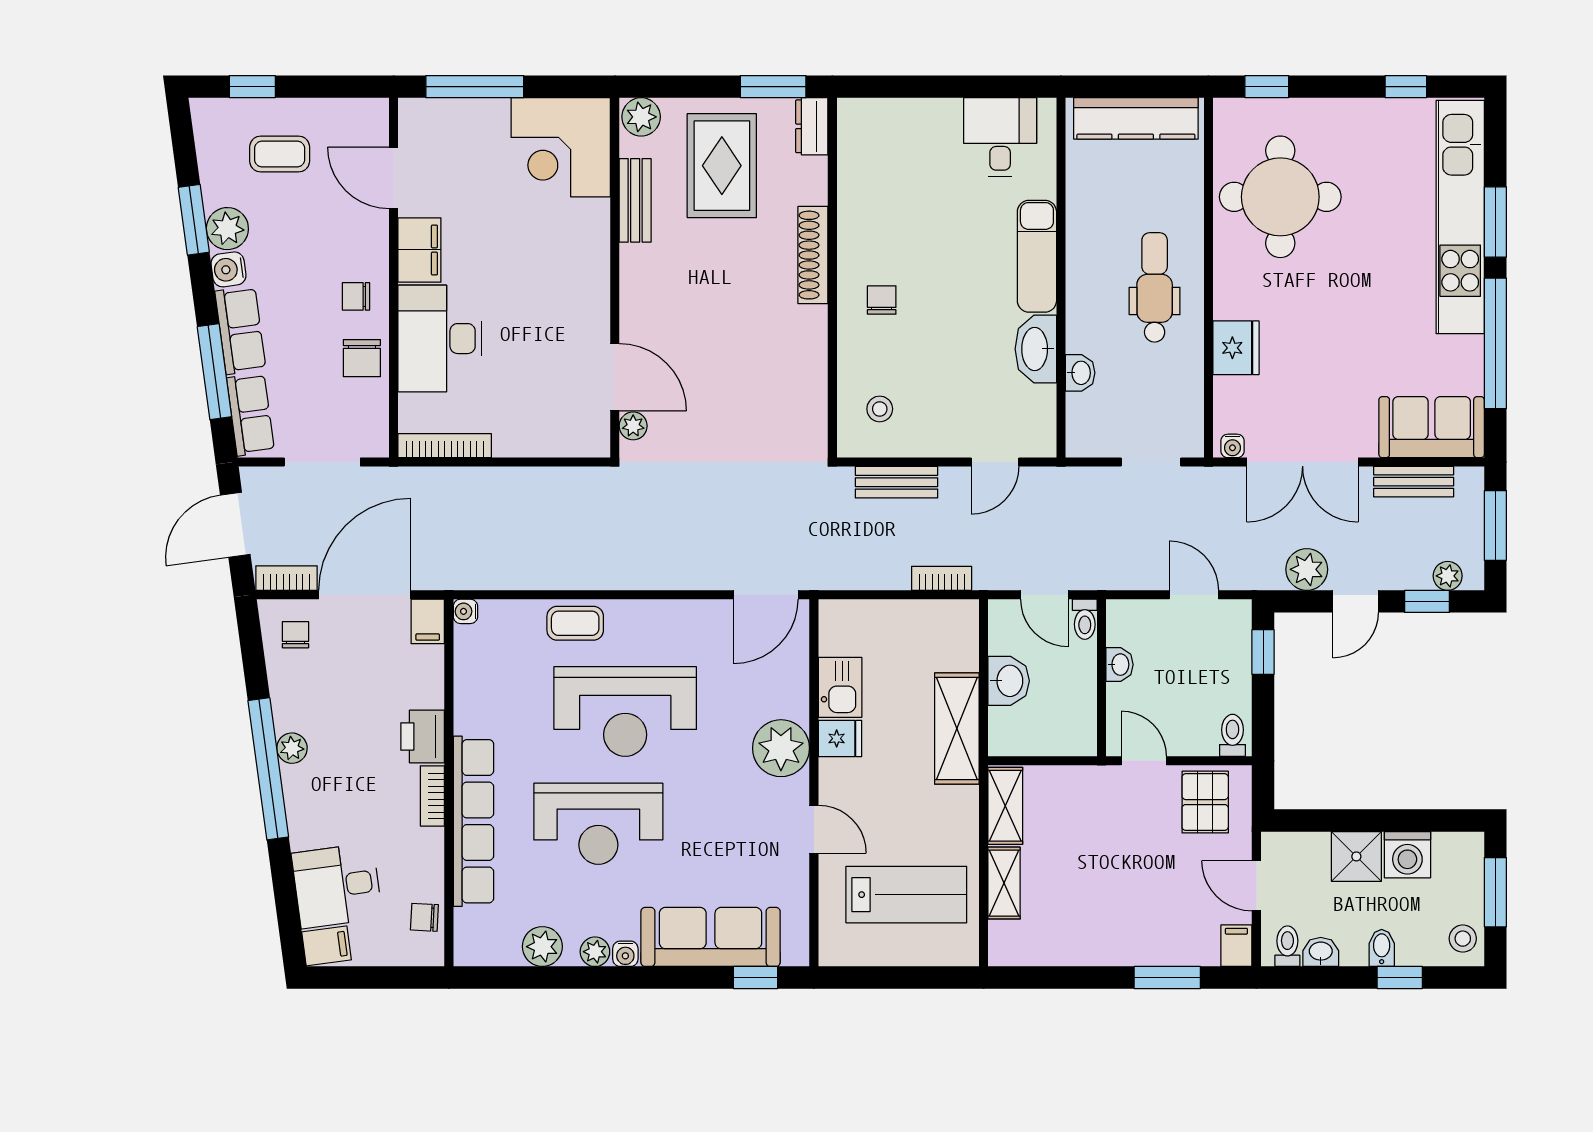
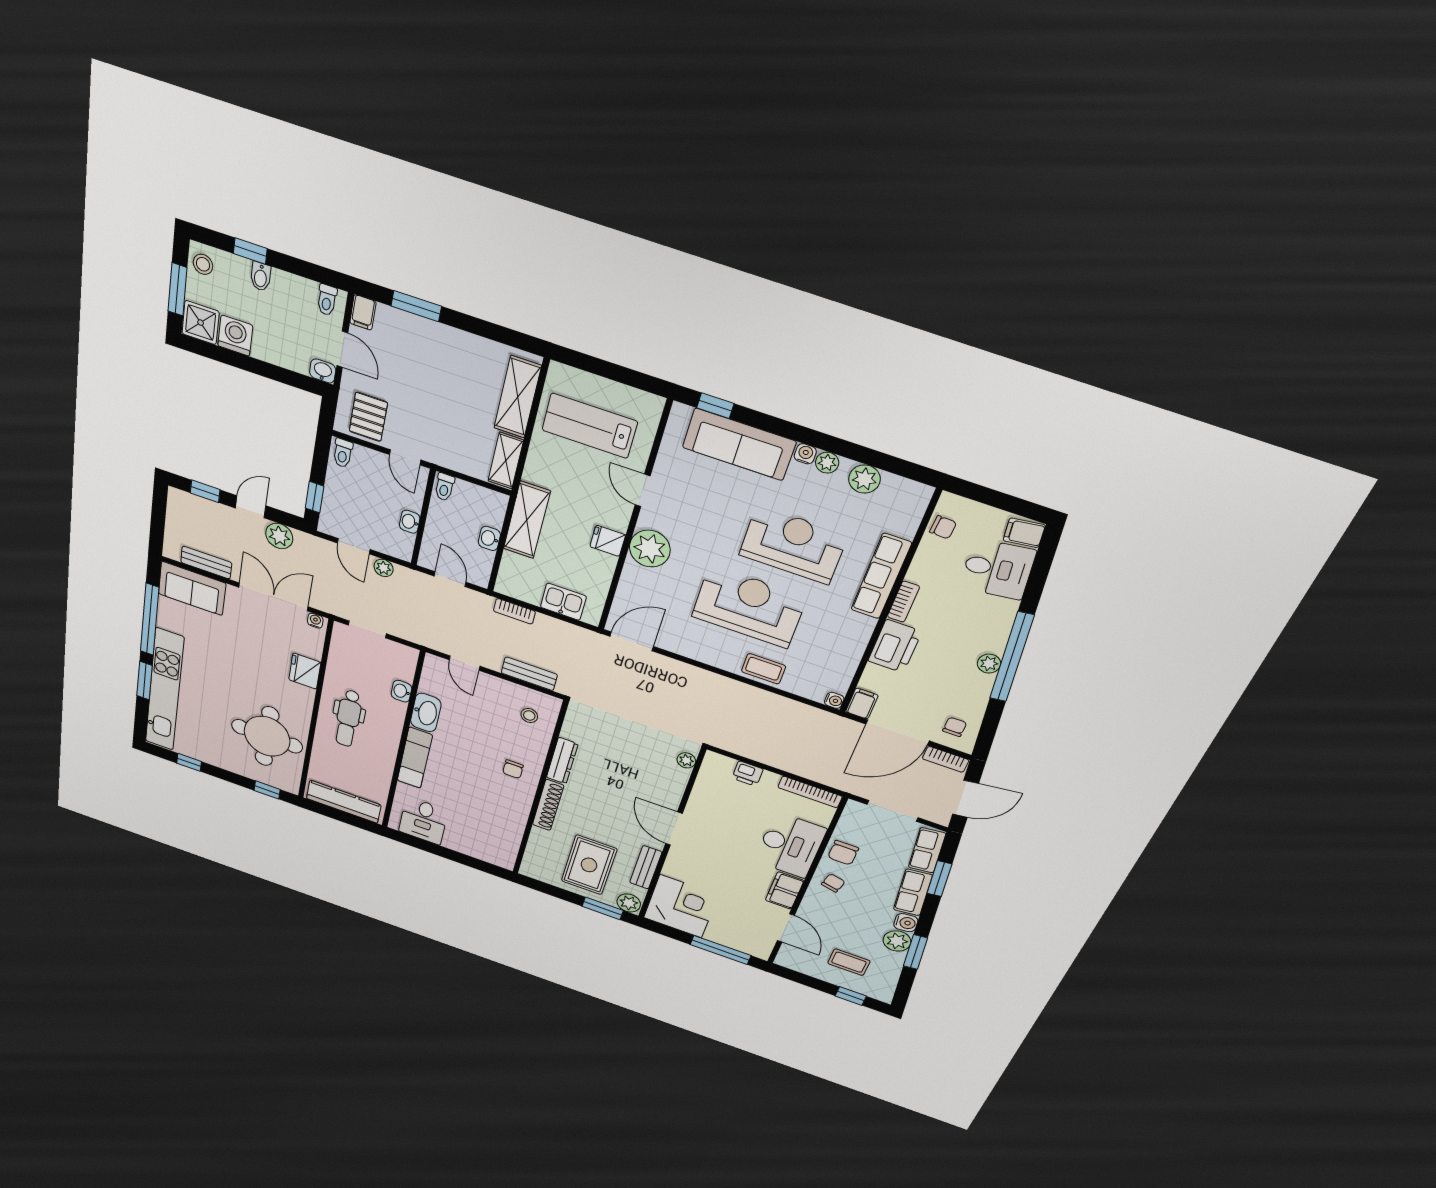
window: (773, 87) -> (603, 908), moved
dresser: (812, 126) -> (562, 761), moved, width x1.44
chair: (356, 296) -> (833, 883), turned -77
chair: (362, 358) -> (843, 853), turned 180
window: (214, 372) -> (939, 879), width x0.69
door: (615, 377) -> (674, 829), moved
printer: (541, 440) -> (748, 774), added
door: (995, 462) -> (465, 663), swing flipped
window: (1495, 525) -> (158, 521), removed
plant: (1448, 576) -> (384, 568), moved
toilet: (1085, 619) -> (444, 487), moved, turned 180
chair: (295, 635) -> (955, 727), turned 180
washbasin: (1009, 681) -> (489, 538), width x0.72, depth x0.69
kitchen sink: (840, 687) -> (563, 602), moved, turned 90
printer: (423, 736) -> (895, 646), width x1.37, depth x1.19
row of seats: (473, 821) -> (881, 576), width x0.73
shower: (1356, 856) -> (201, 323), moved
shelving: (1004, 883) -> (518, 397), width x1.50, depth x1.33
washbasin: (1321, 952) -> (323, 371), moved, turned 180

